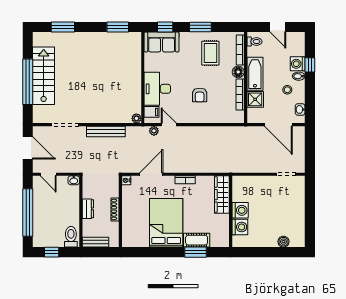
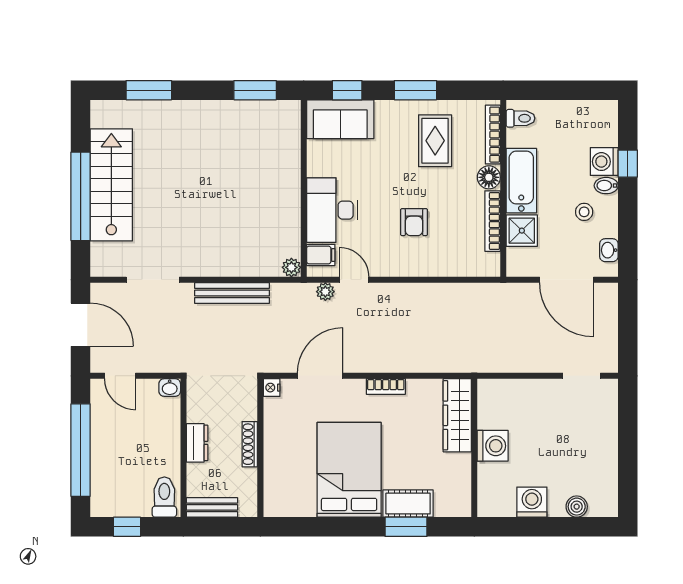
door: (278, 27) -> (566, 90), removed
washing machine: (240, 227) -> (532, 502), moved, turned -90

